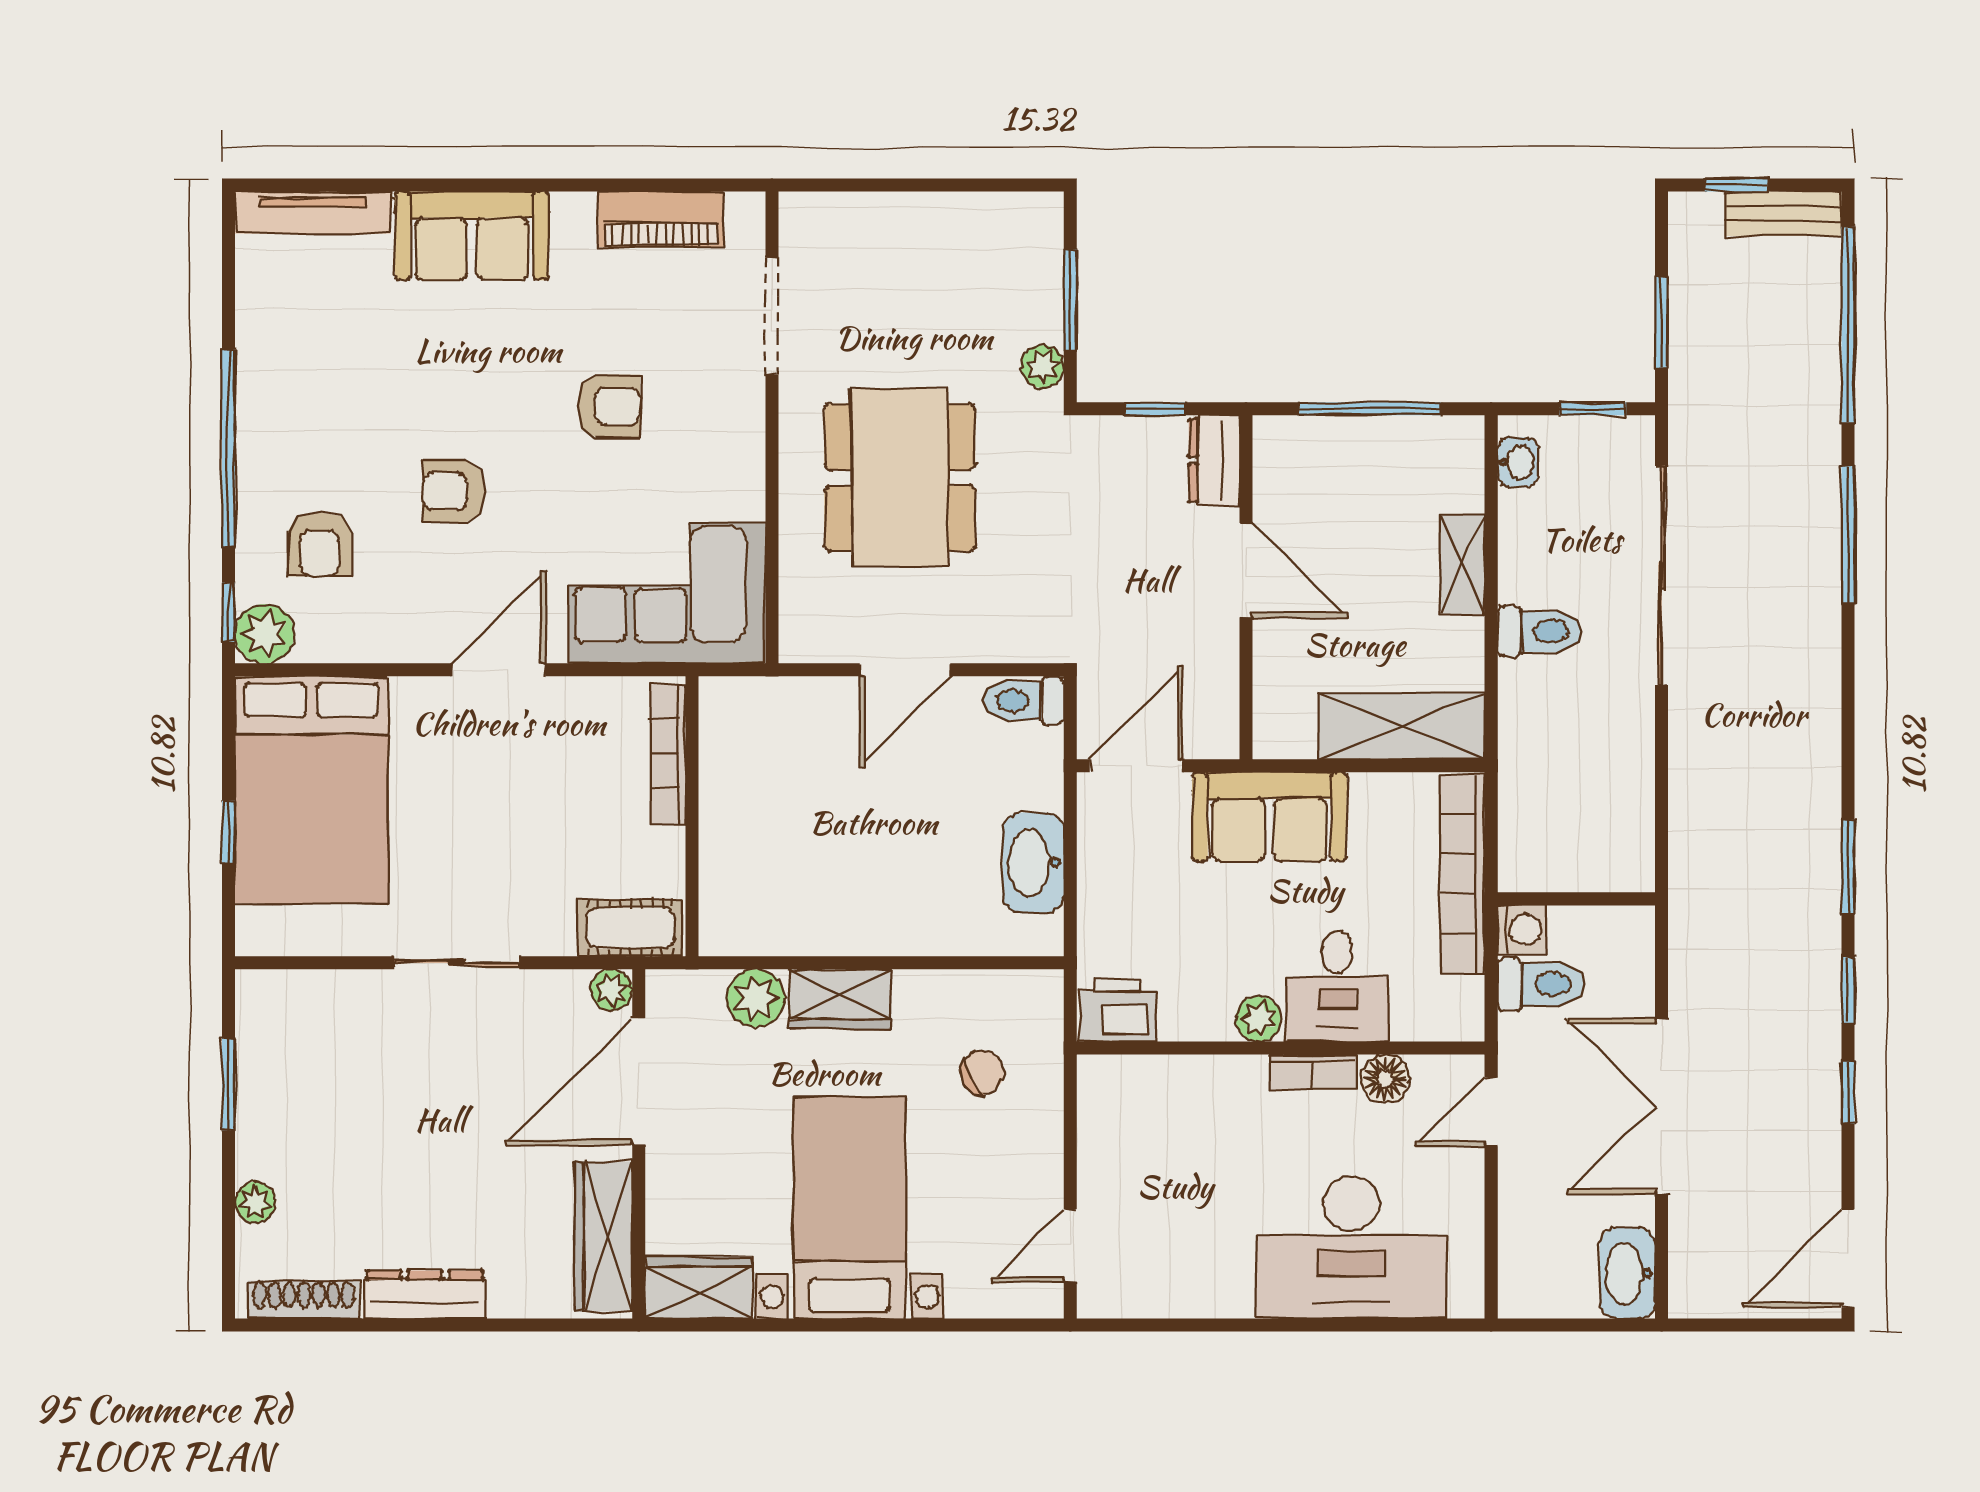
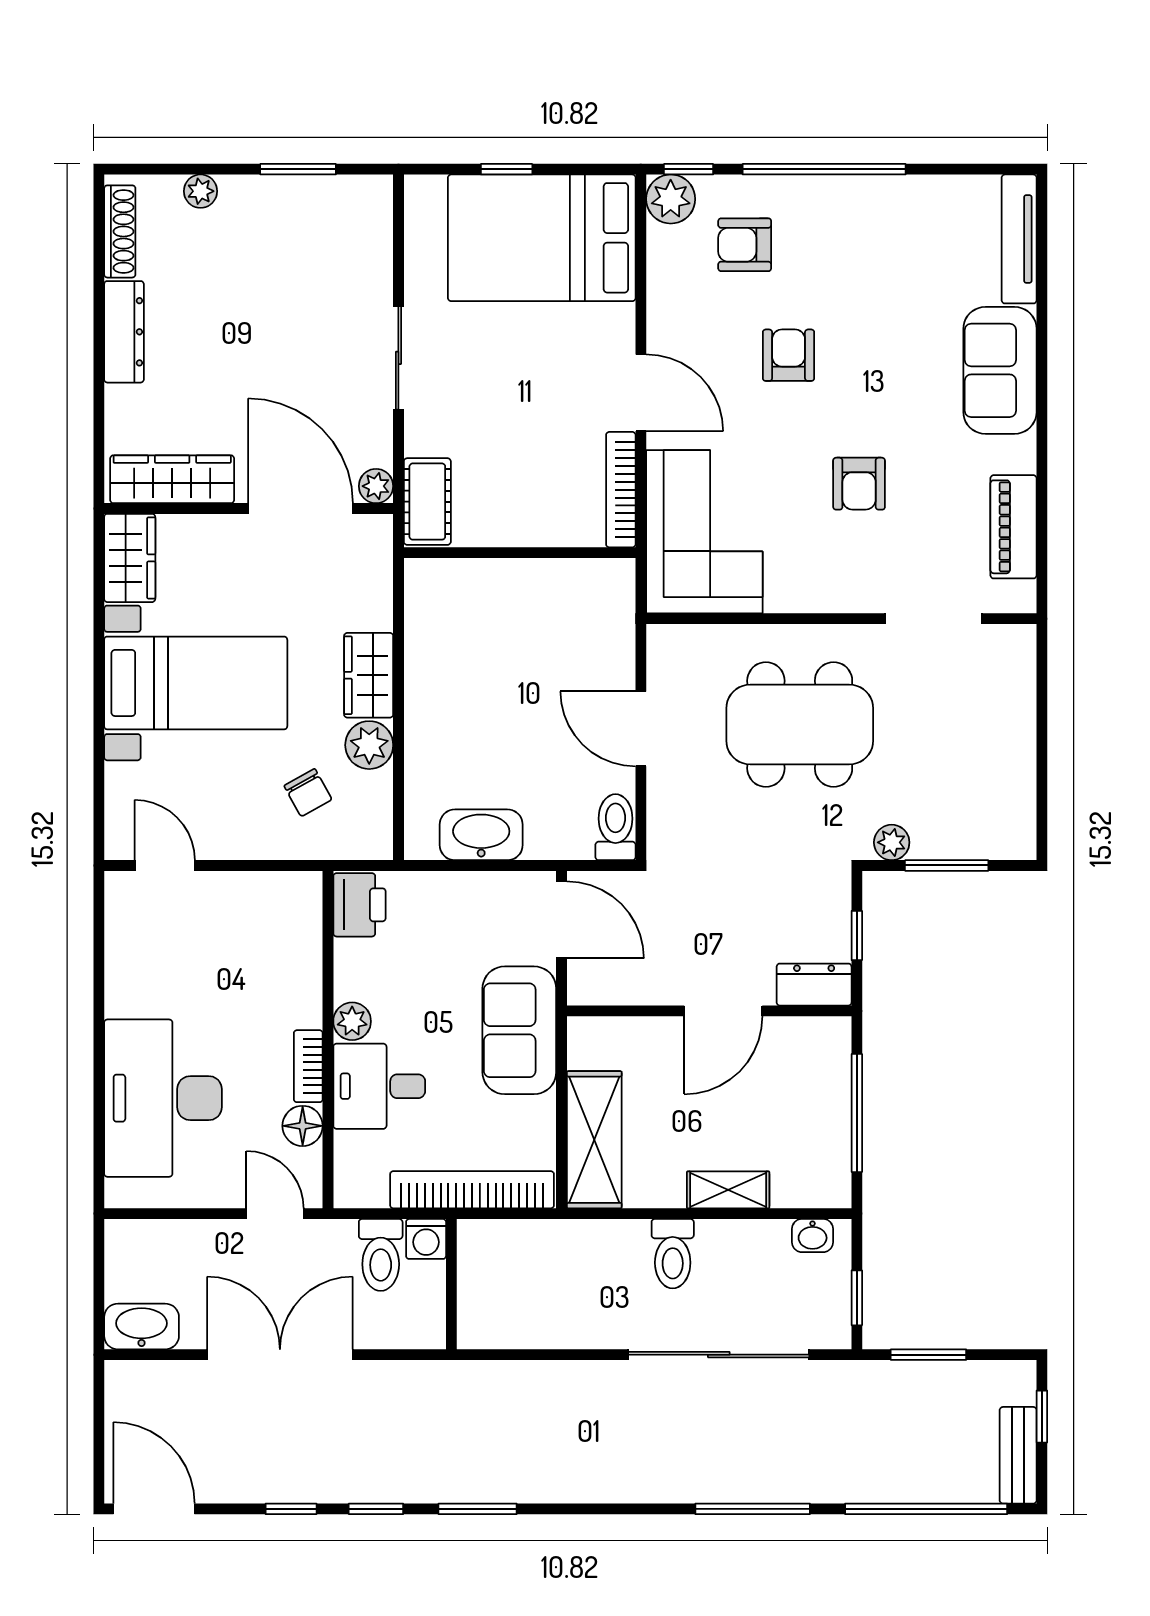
bookcase: (668, 754) -> (621, 490), moved, turned -90
plant: (756, 998) -> (369, 745), moved

